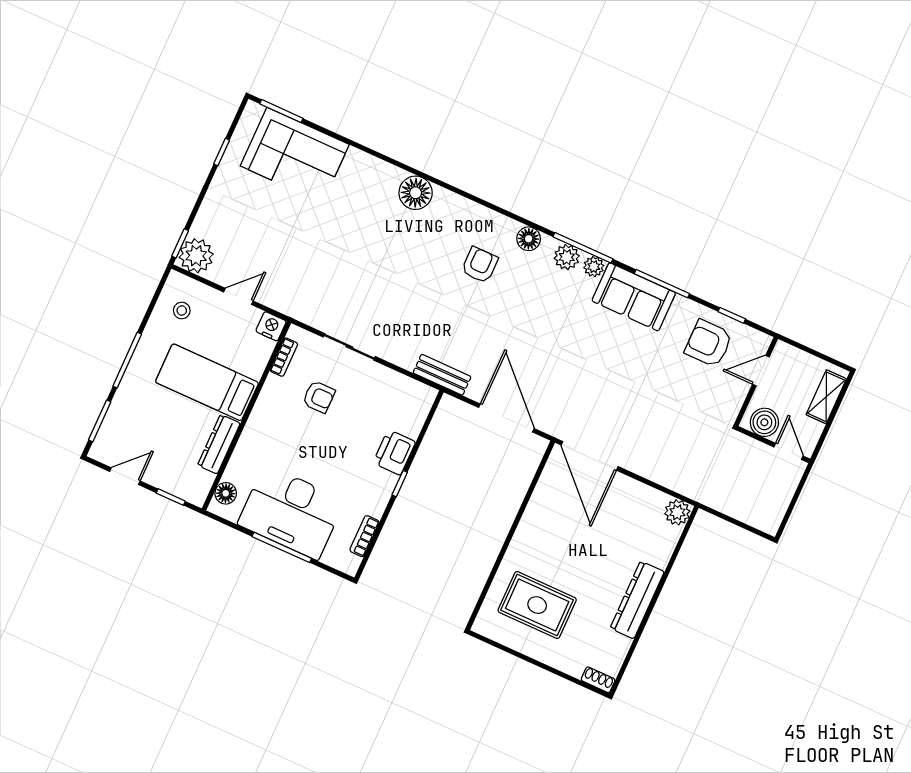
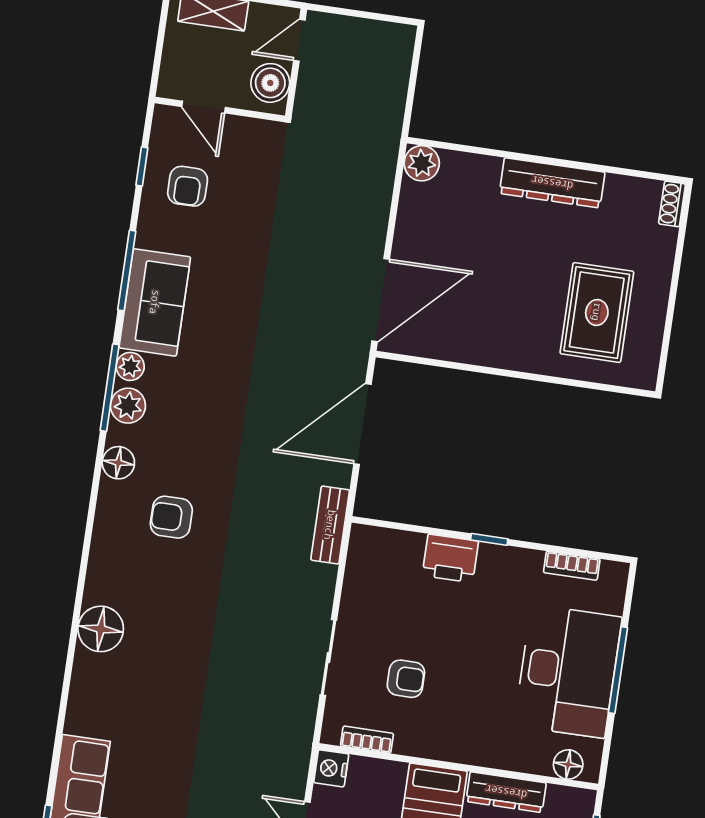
armchair: (709, 343) -> (188, 186), width x0.72, depth x0.72
armchair: (319, 397) -> (406, 679), turned 90

